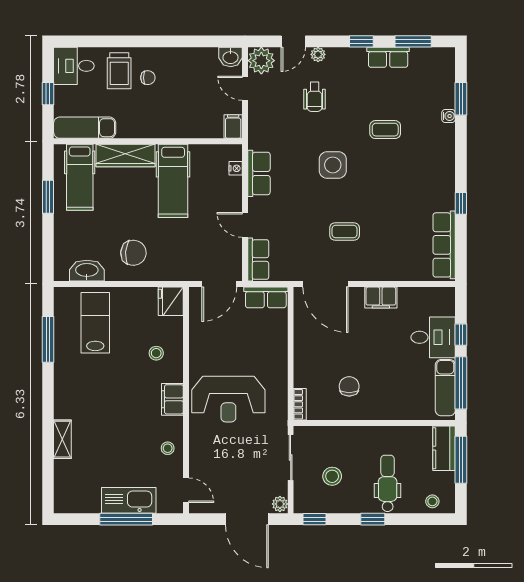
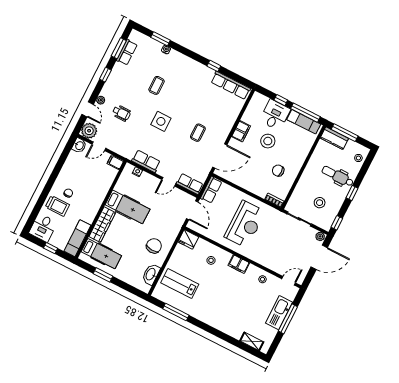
row of seats: (388, 57) -> (127, 52), moved
stool: (387, 347) -> (268, 141), added
reception desk: (228, 399) -> (245, 224), moved
shelving: (62, 439) -> (252, 341), moved

